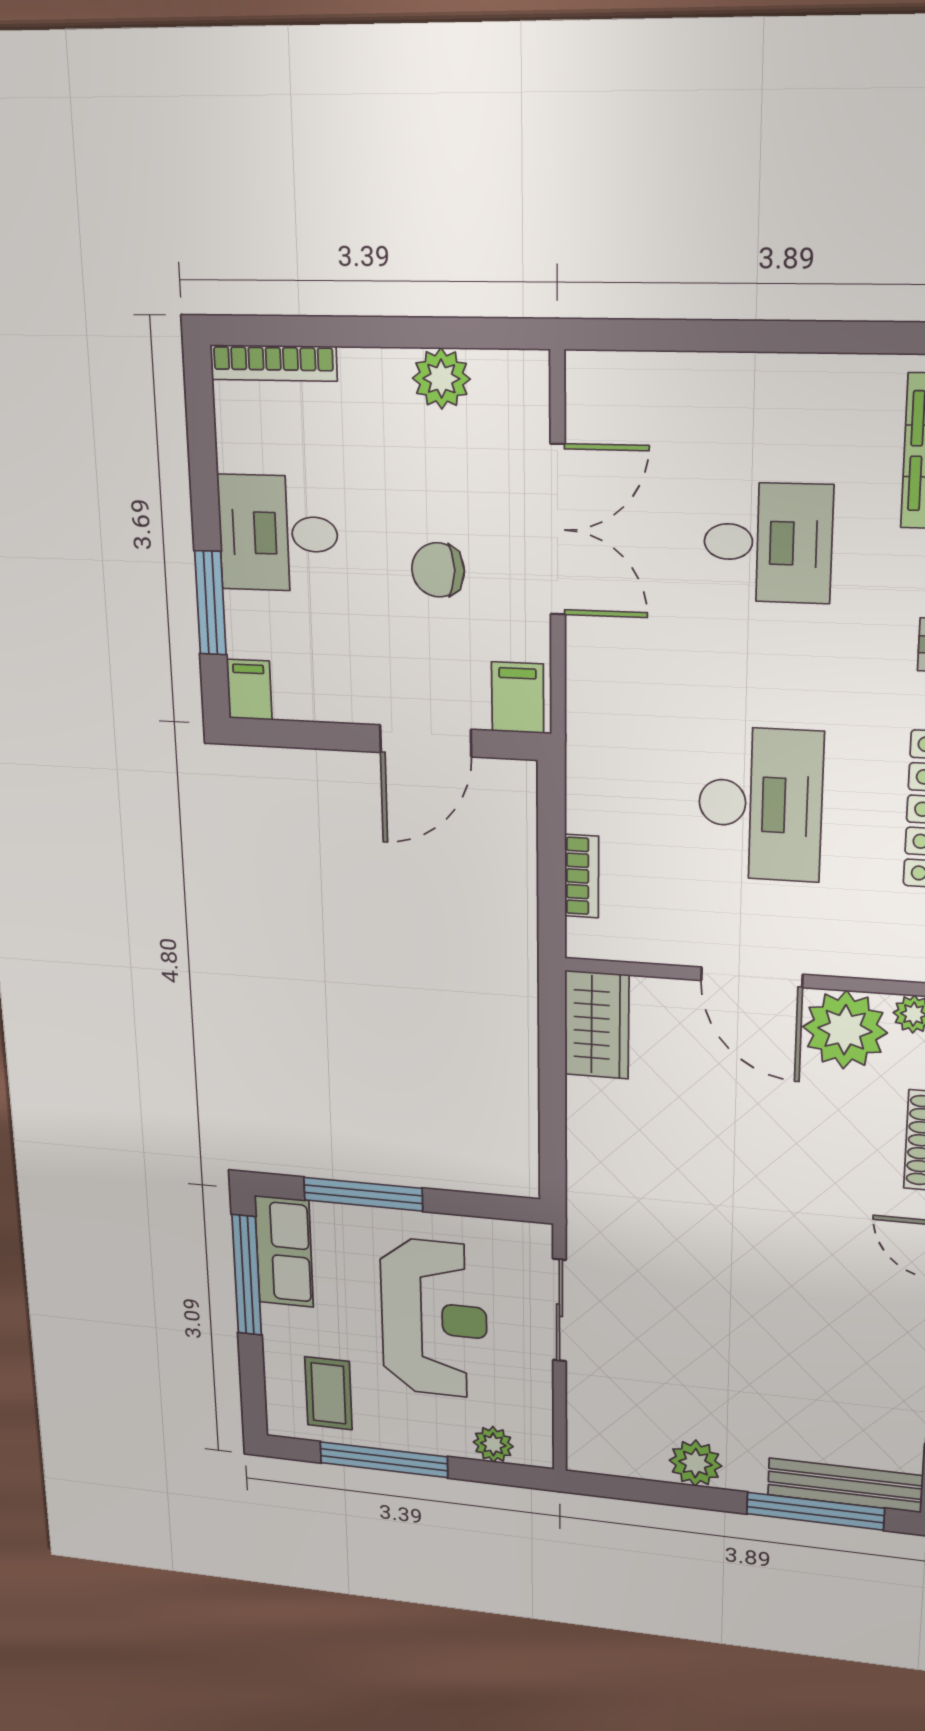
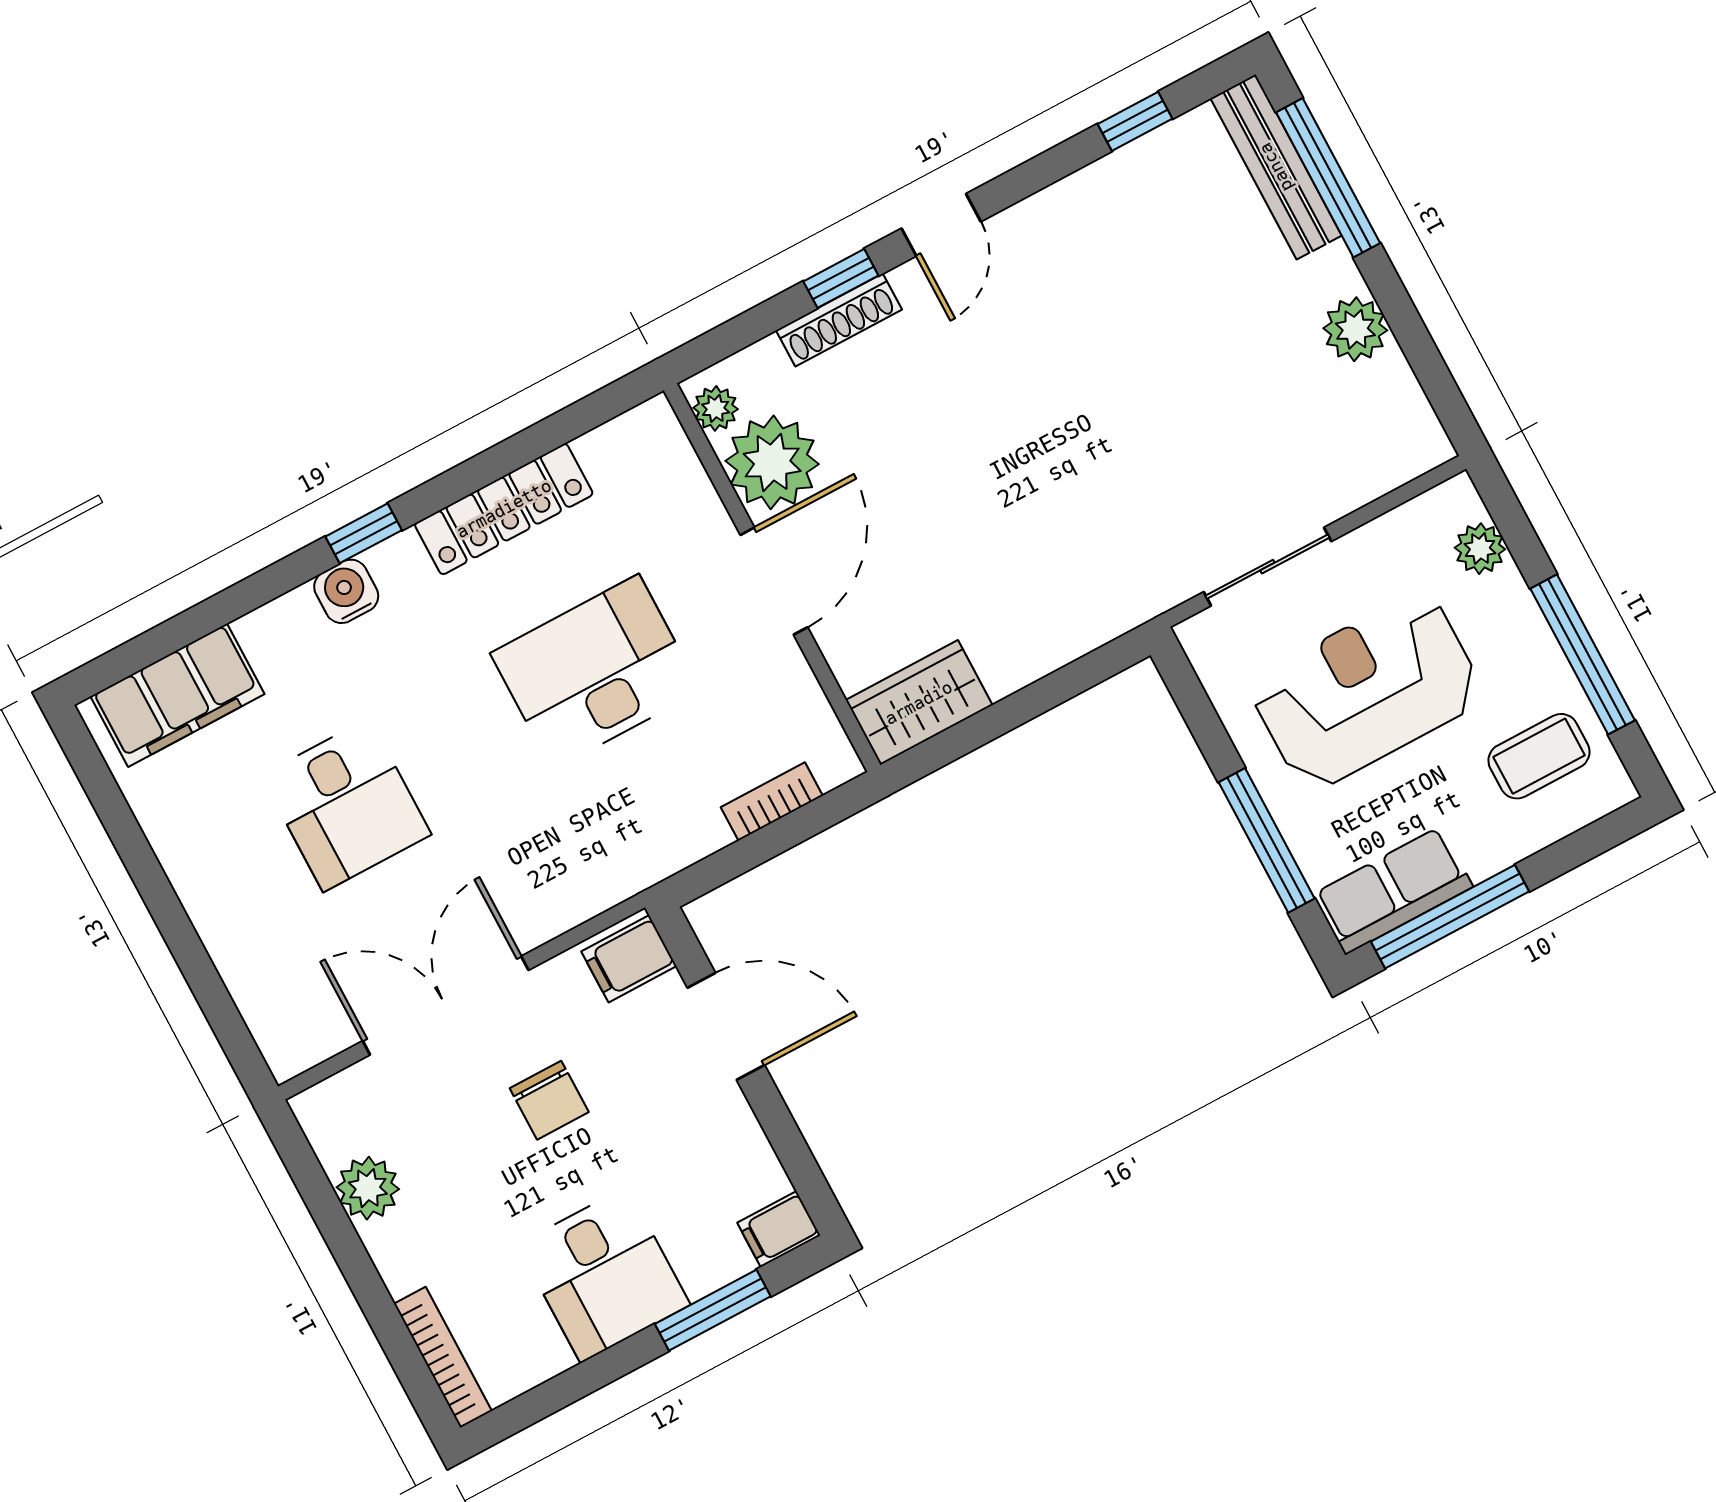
desk: (768, 543) -> (346, 805), turned 180

